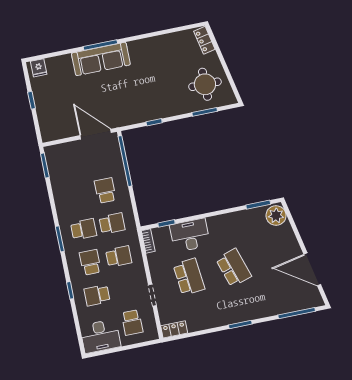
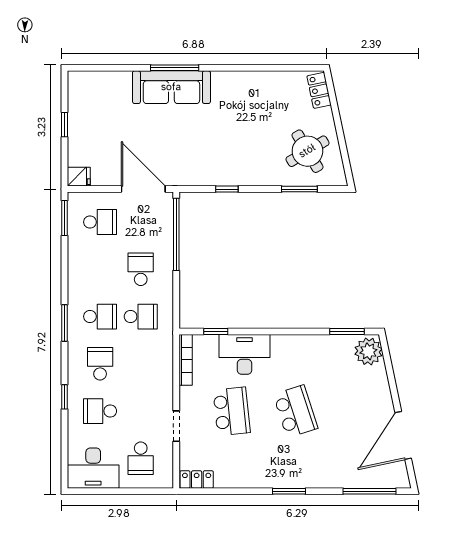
fridge: (39, 68) -> (79, 177), moved, turned -90
round table: (205, 84) -> (307, 151), turned -31
bookcase: (148, 241) -> (186, 360), width x1.56
school desk: (119, 256) -> (100, 222), moved
door: (312, 269) -> (403, 435), hinge flipped

